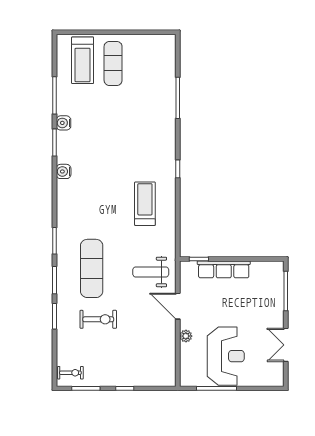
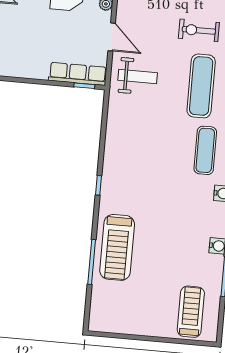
exercise mat: (113, 63) -> (205, 150), moved
treadmill: (145, 204) -> (117, 247), moved, width x1.37, depth x1.38
row of seats: (224, 269) -> (78, 74), moved

